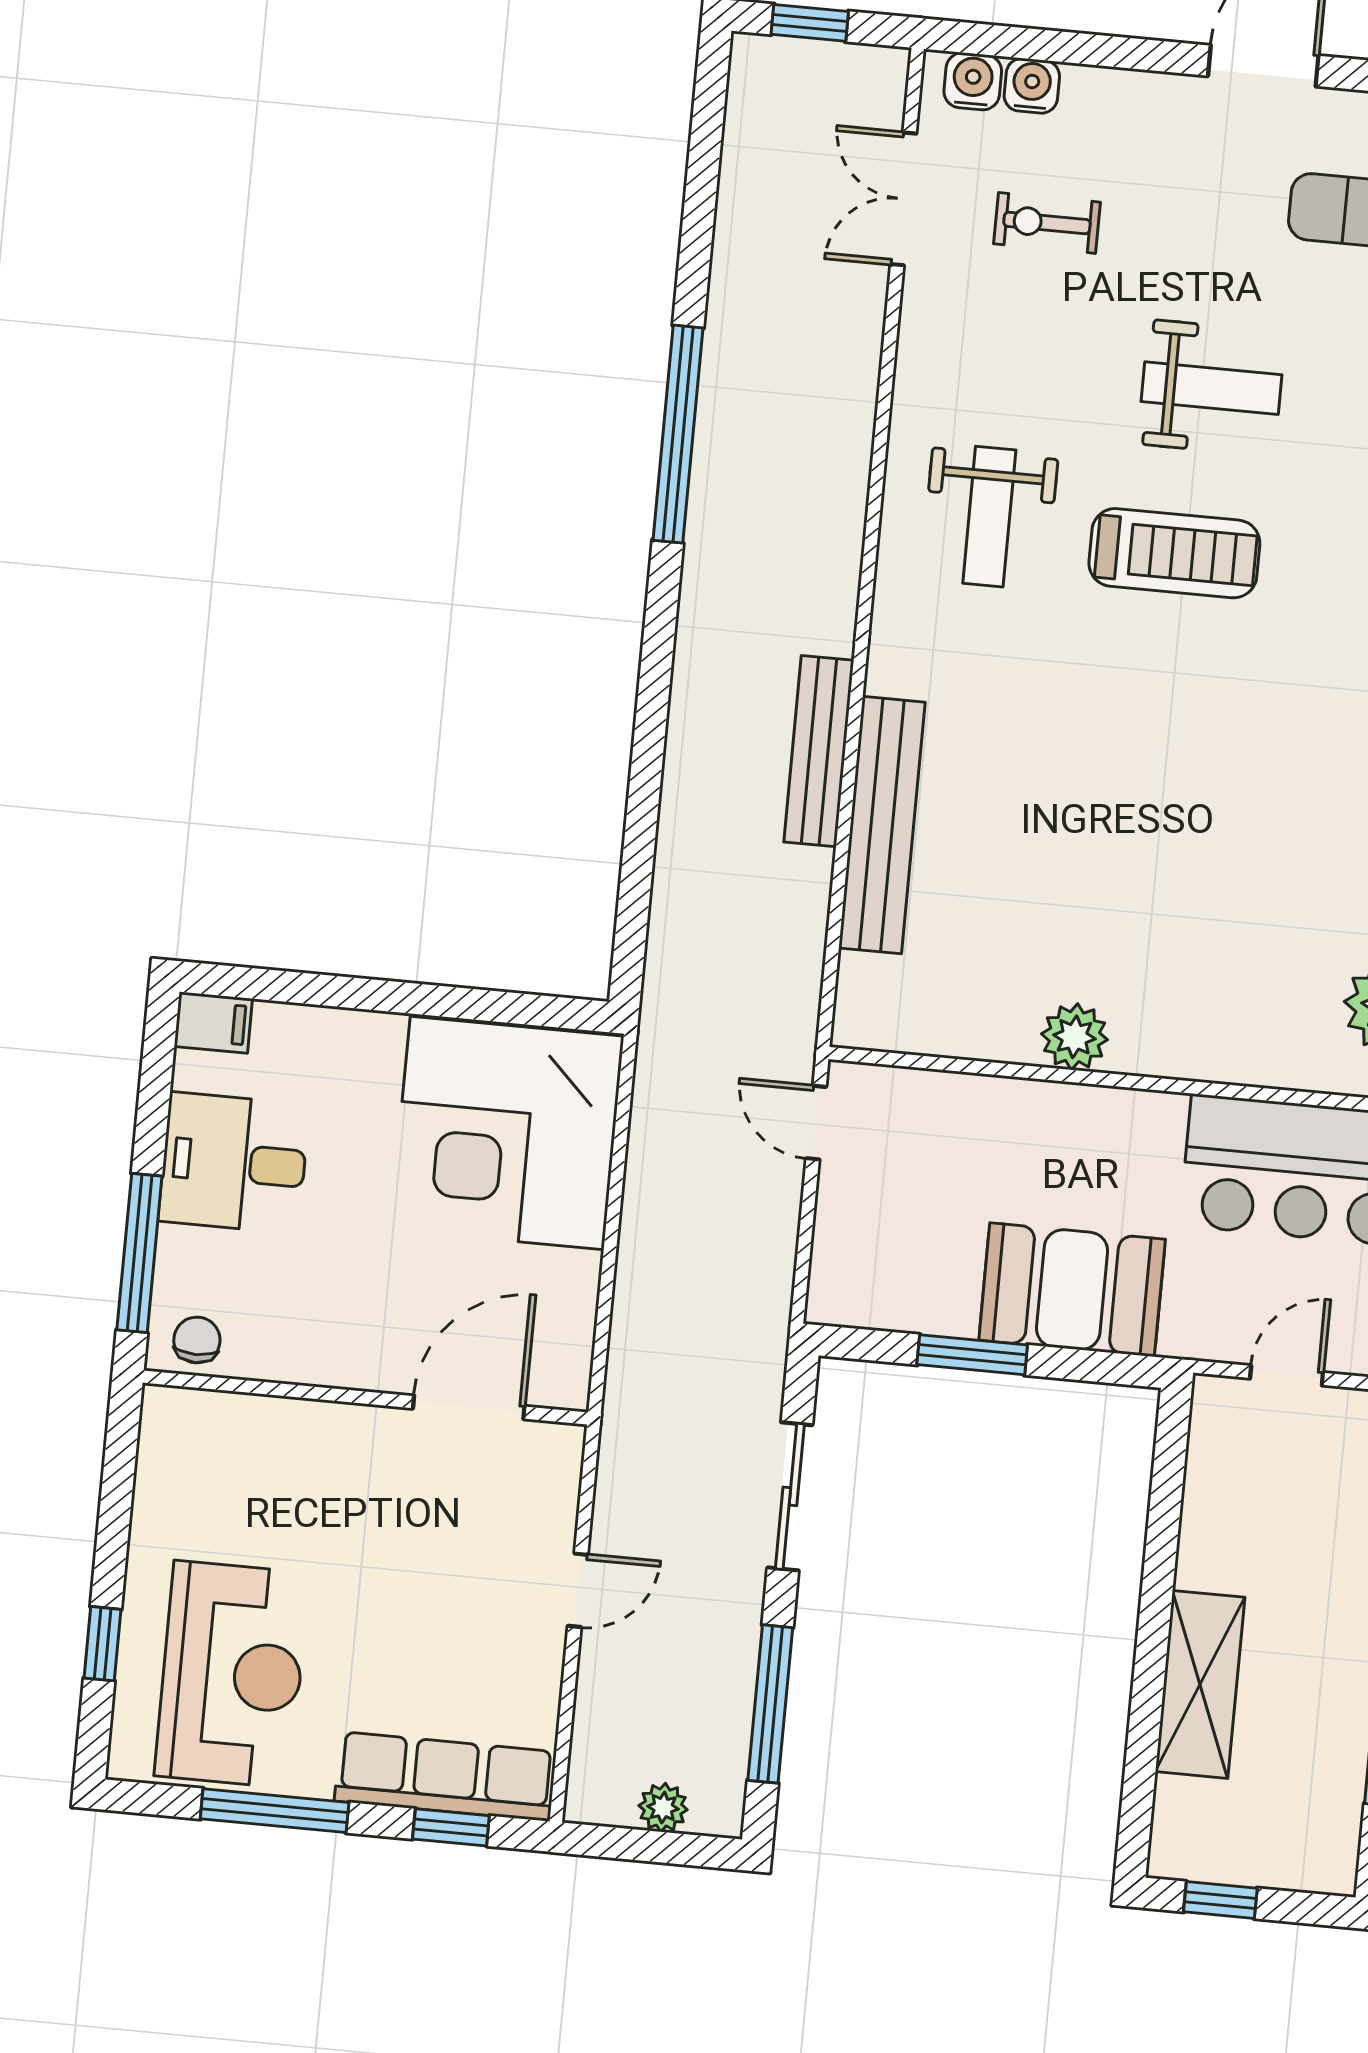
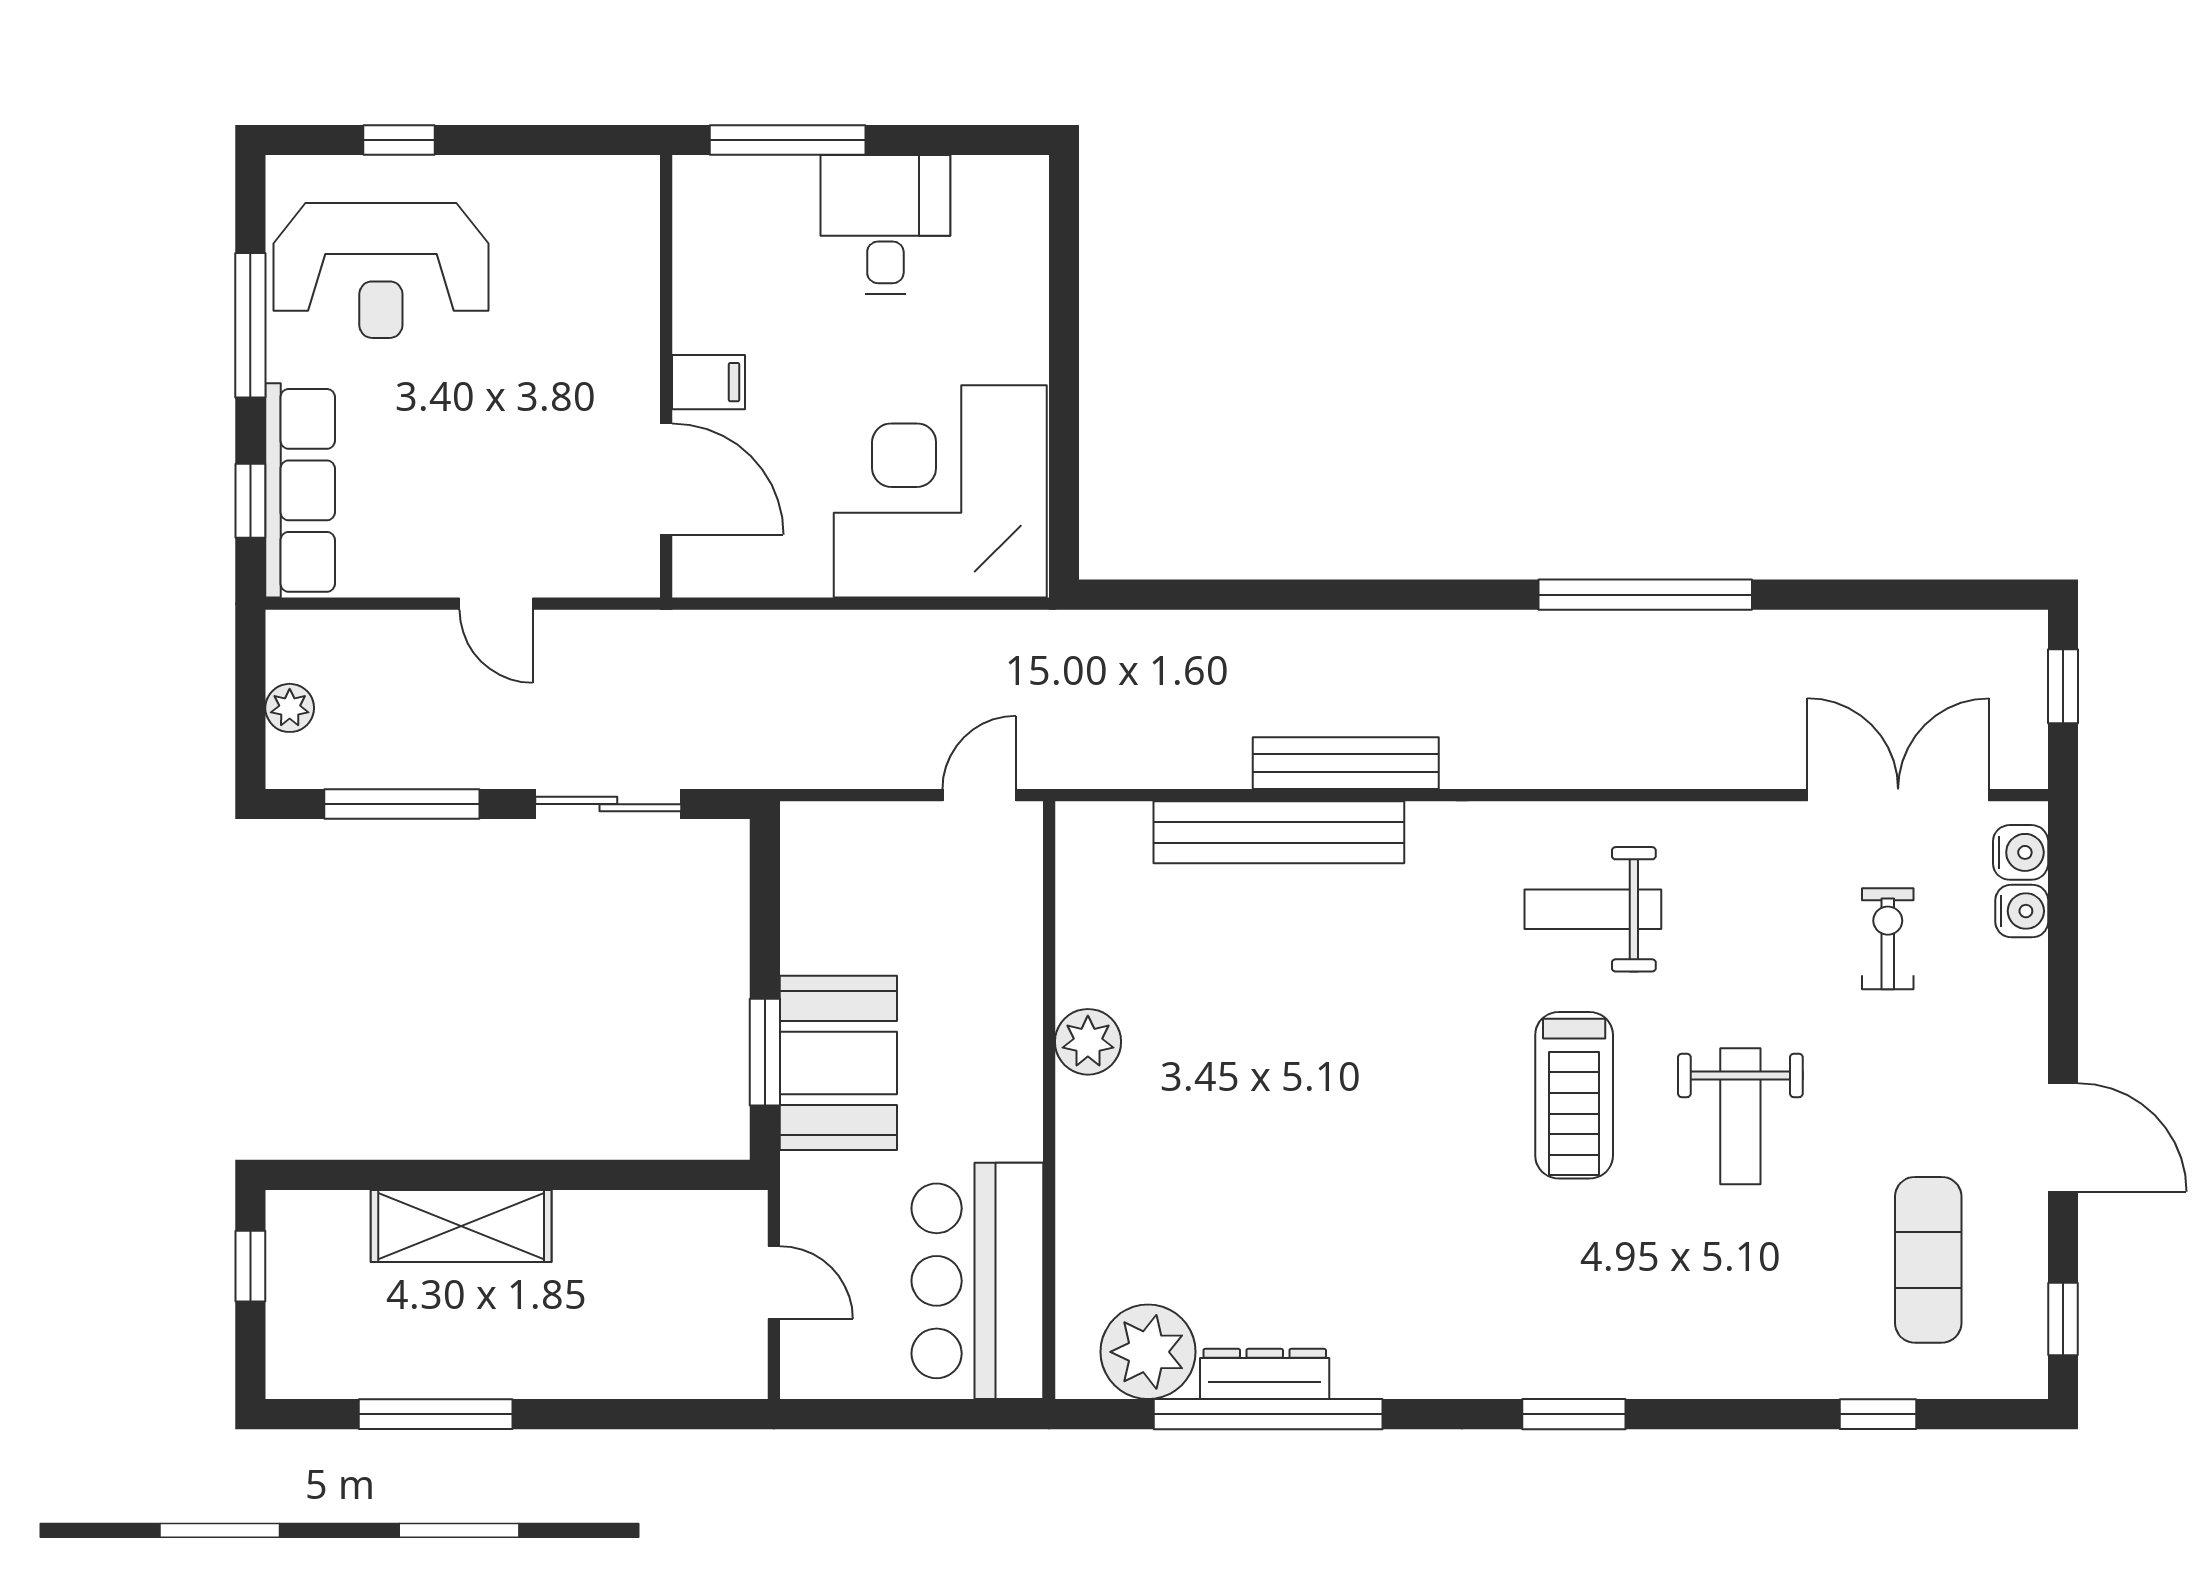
double door: (903, 199) -> (1898, 795), width x1.37
filing cabinet: (213, 1023) -> (709, 382), moved, turned -90
chair: (197, 1340) -> (707, 205), removed
window: (972, 1355) -> (765, 1052), moved

